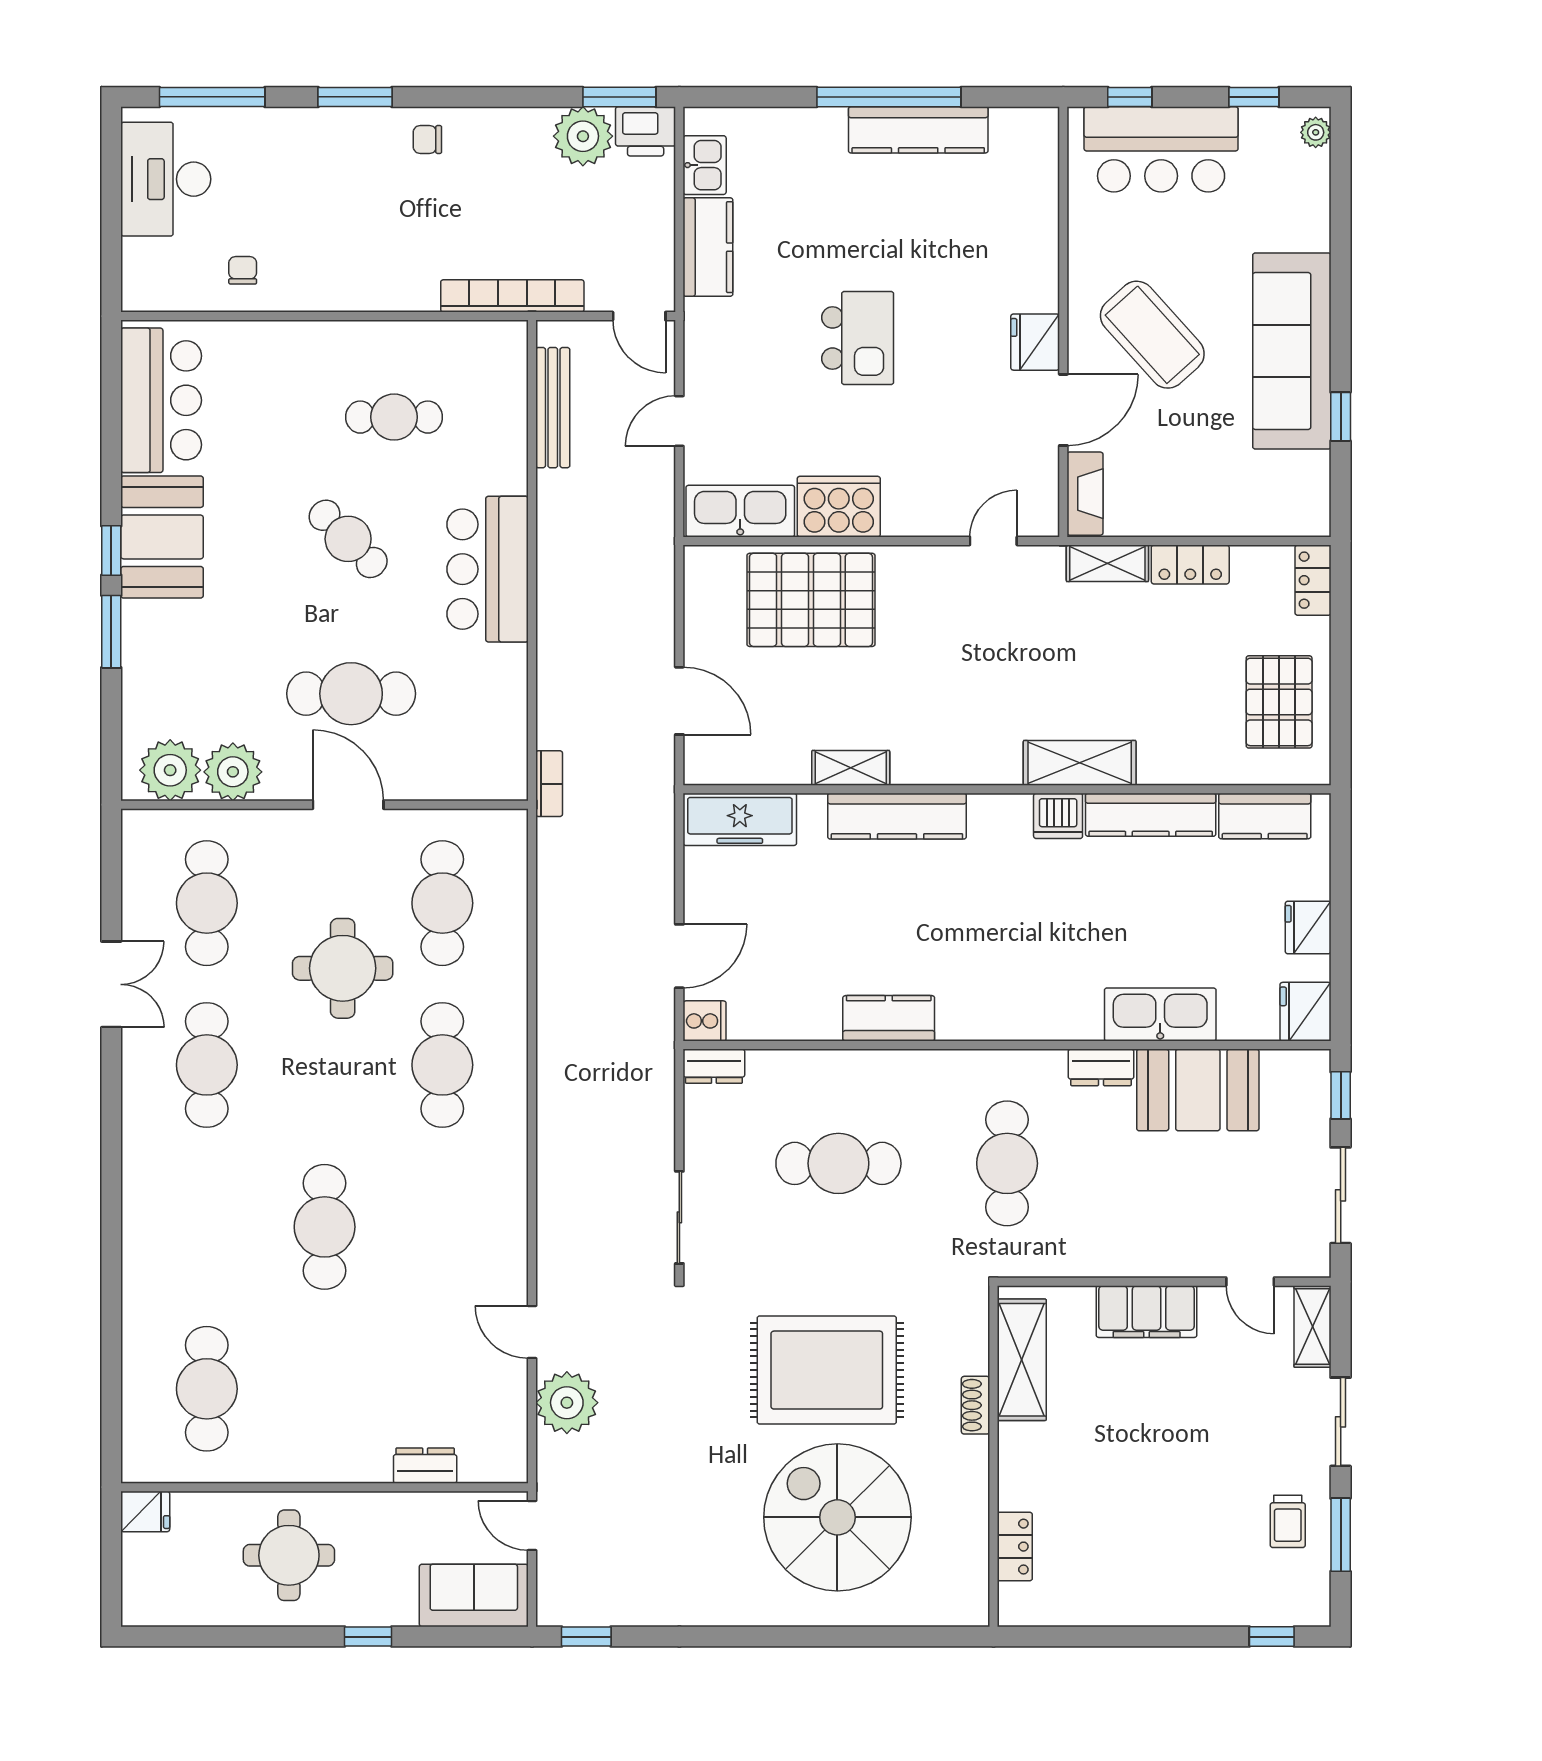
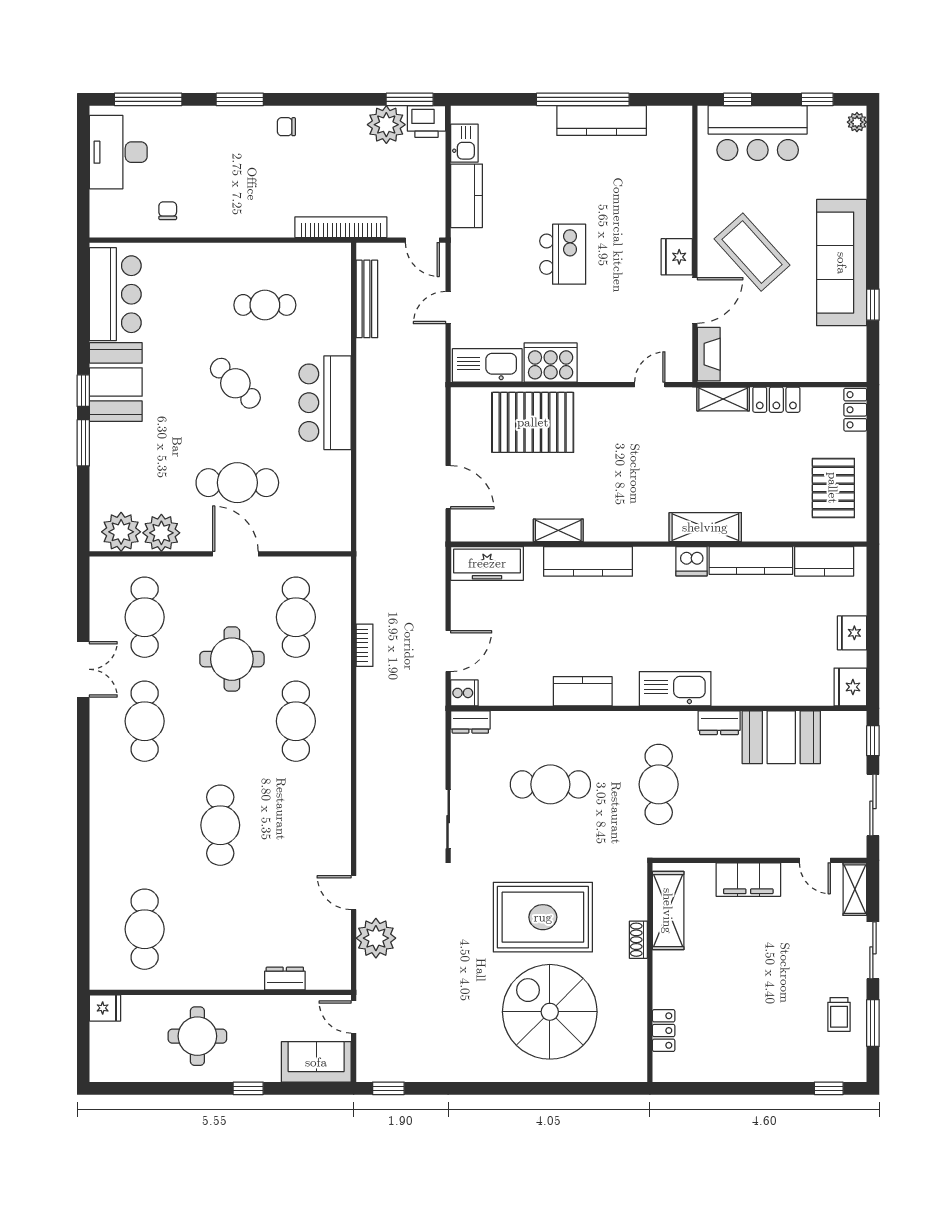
bookcase: (549, 784) -> (365, 645), moved
kitchen sink: (1160, 1015) -> (675, 689), moved

